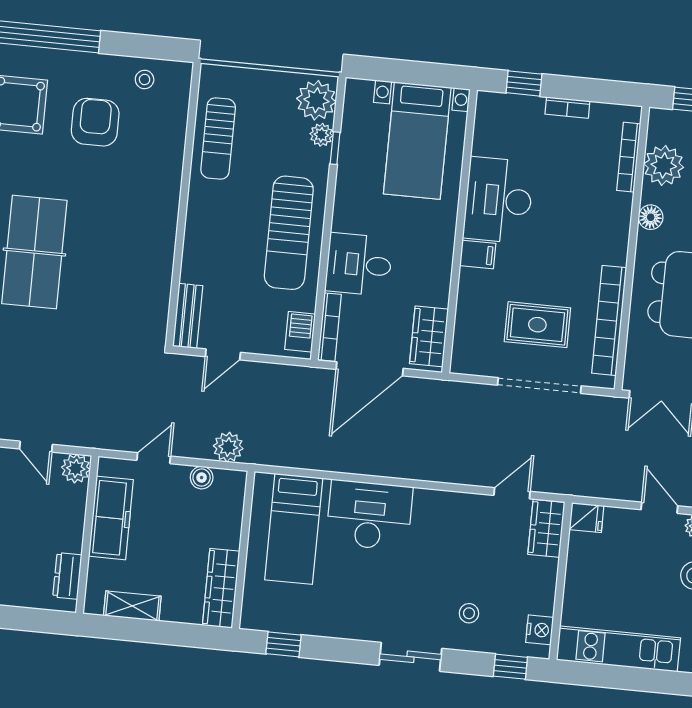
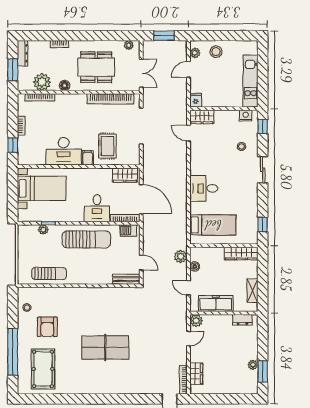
plant: (316, 100) -> (29, 233), removed
armchair: (95, 122) -> (47, 327), turned -90
rug: (537, 325) -> (107, 146), moved
desk: (369, 515) -> (204, 188), width x0.73

